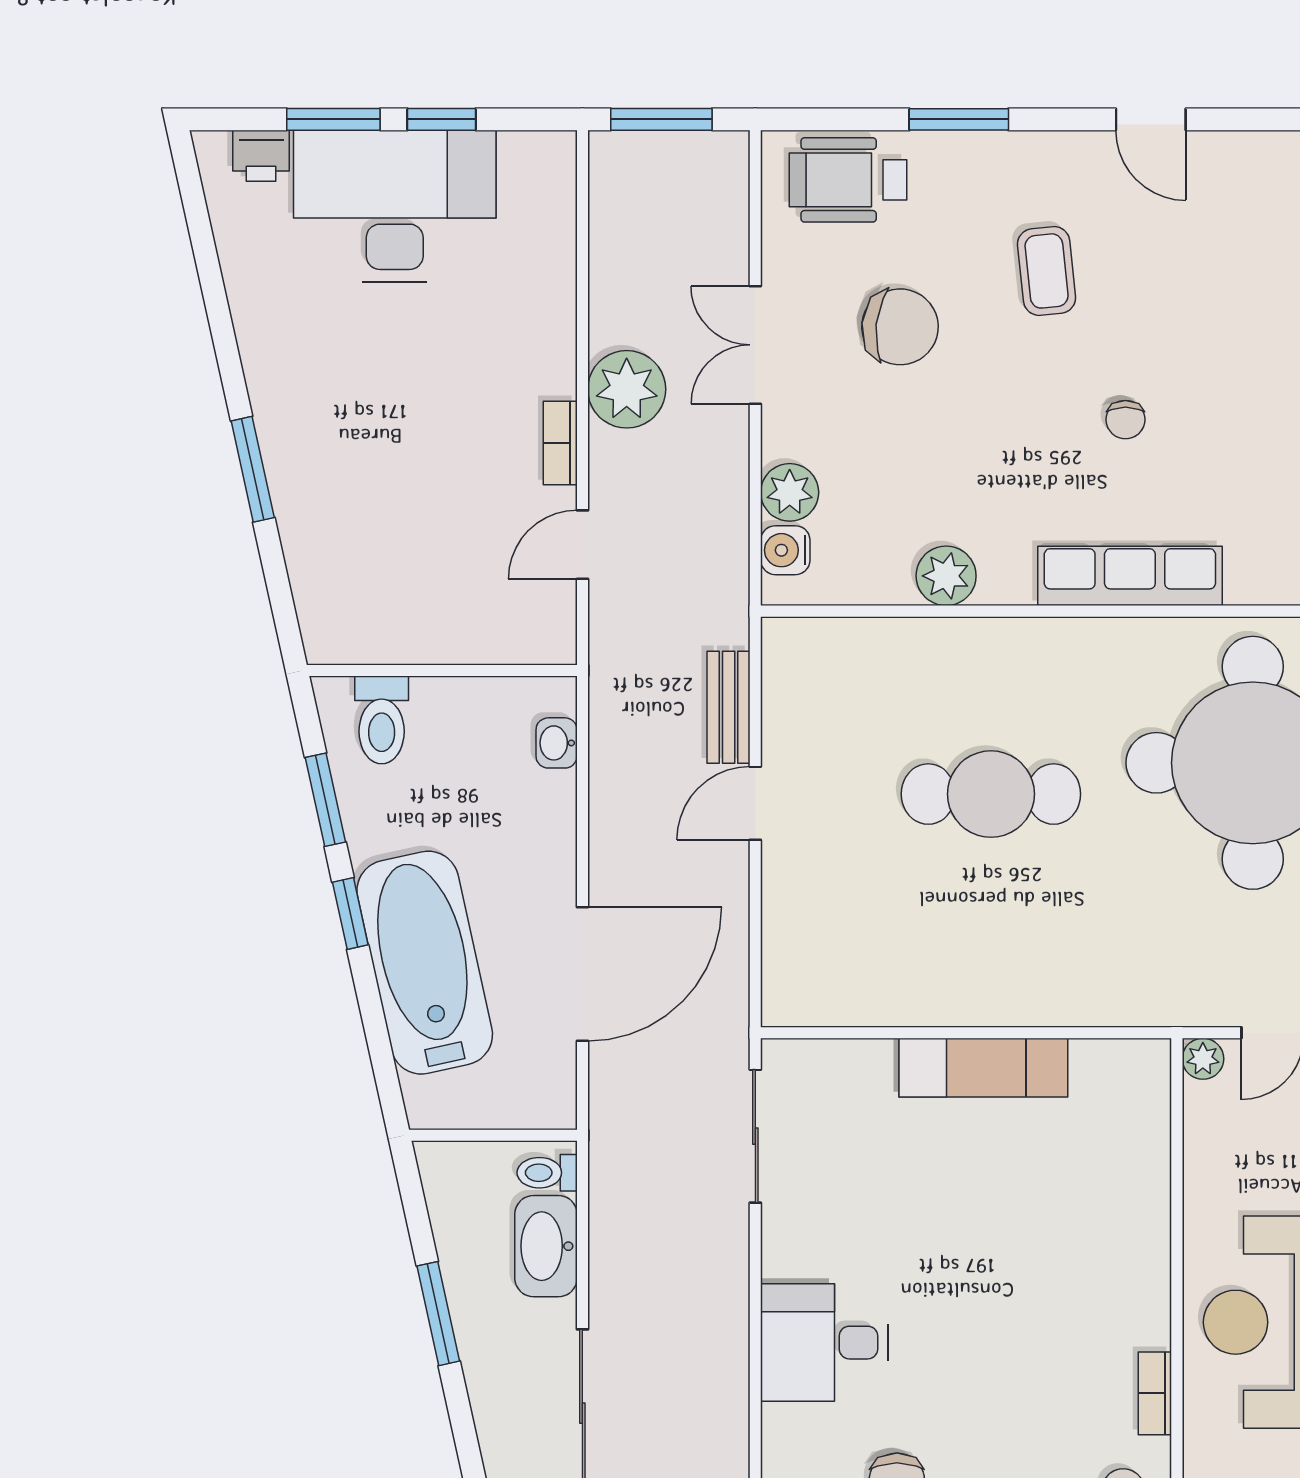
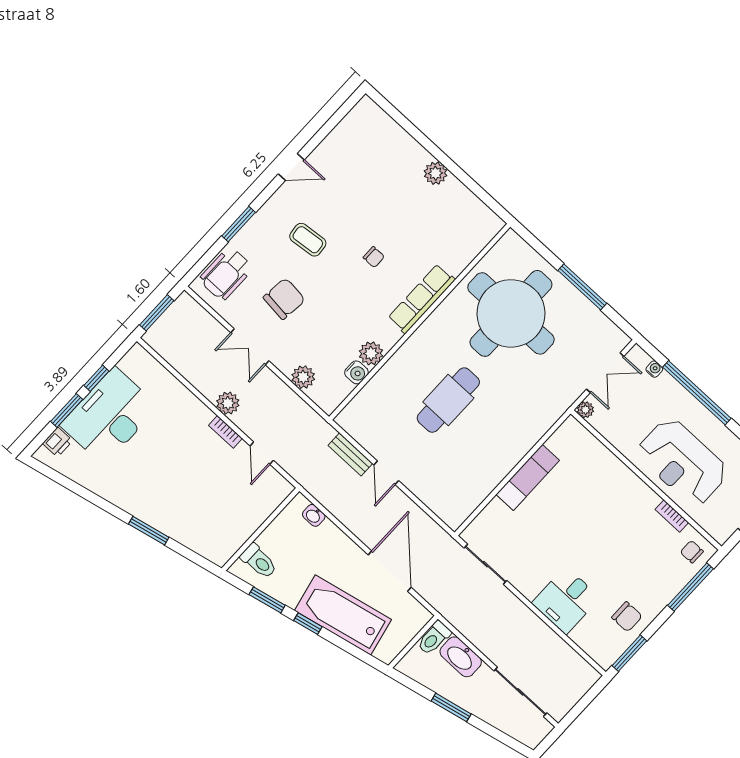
plant: (627, 389) -> (228, 403), width x0.73, depth x0.73
water cooler: (785, 550) -> (356, 372), moved, turned -90
toilet: (547, 1173) -> (434, 638), width x1.37, depth x1.39

